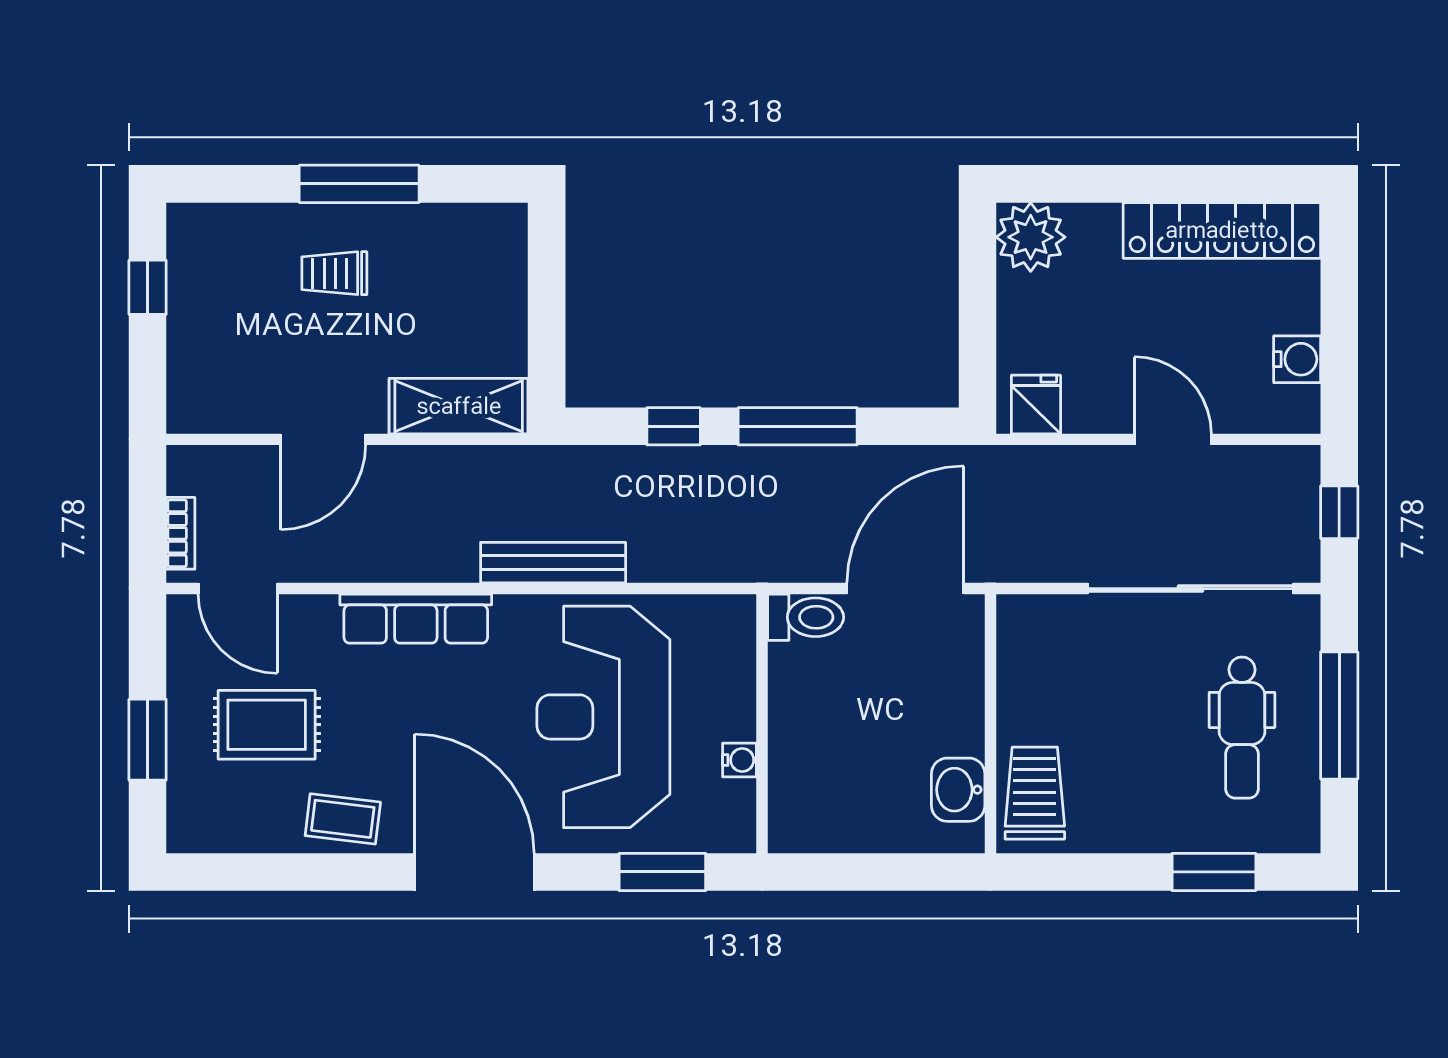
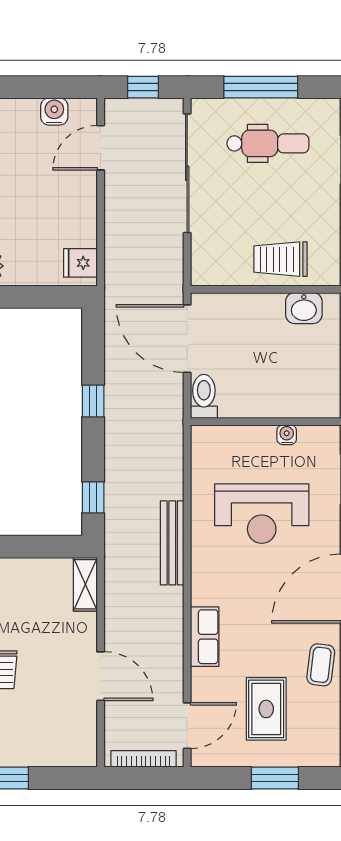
shelving: (459, 406) -> (85, 584), width x0.67, depth x0.75
window: (674, 426) -> (93, 497), moved
window: (798, 426) -> (93, 401), width x0.46
door: (1173, 439) -> (101, 148), moved
bookcase: (181, 533) -> (144, 759), width x1.56
row of seats: (416, 619) -> (205, 637), width x0.68
reception desk: (603, 717) -> (262, 514), width x0.74, depth x0.77
trolley: (1035, 793) -> (280, 259), moved

